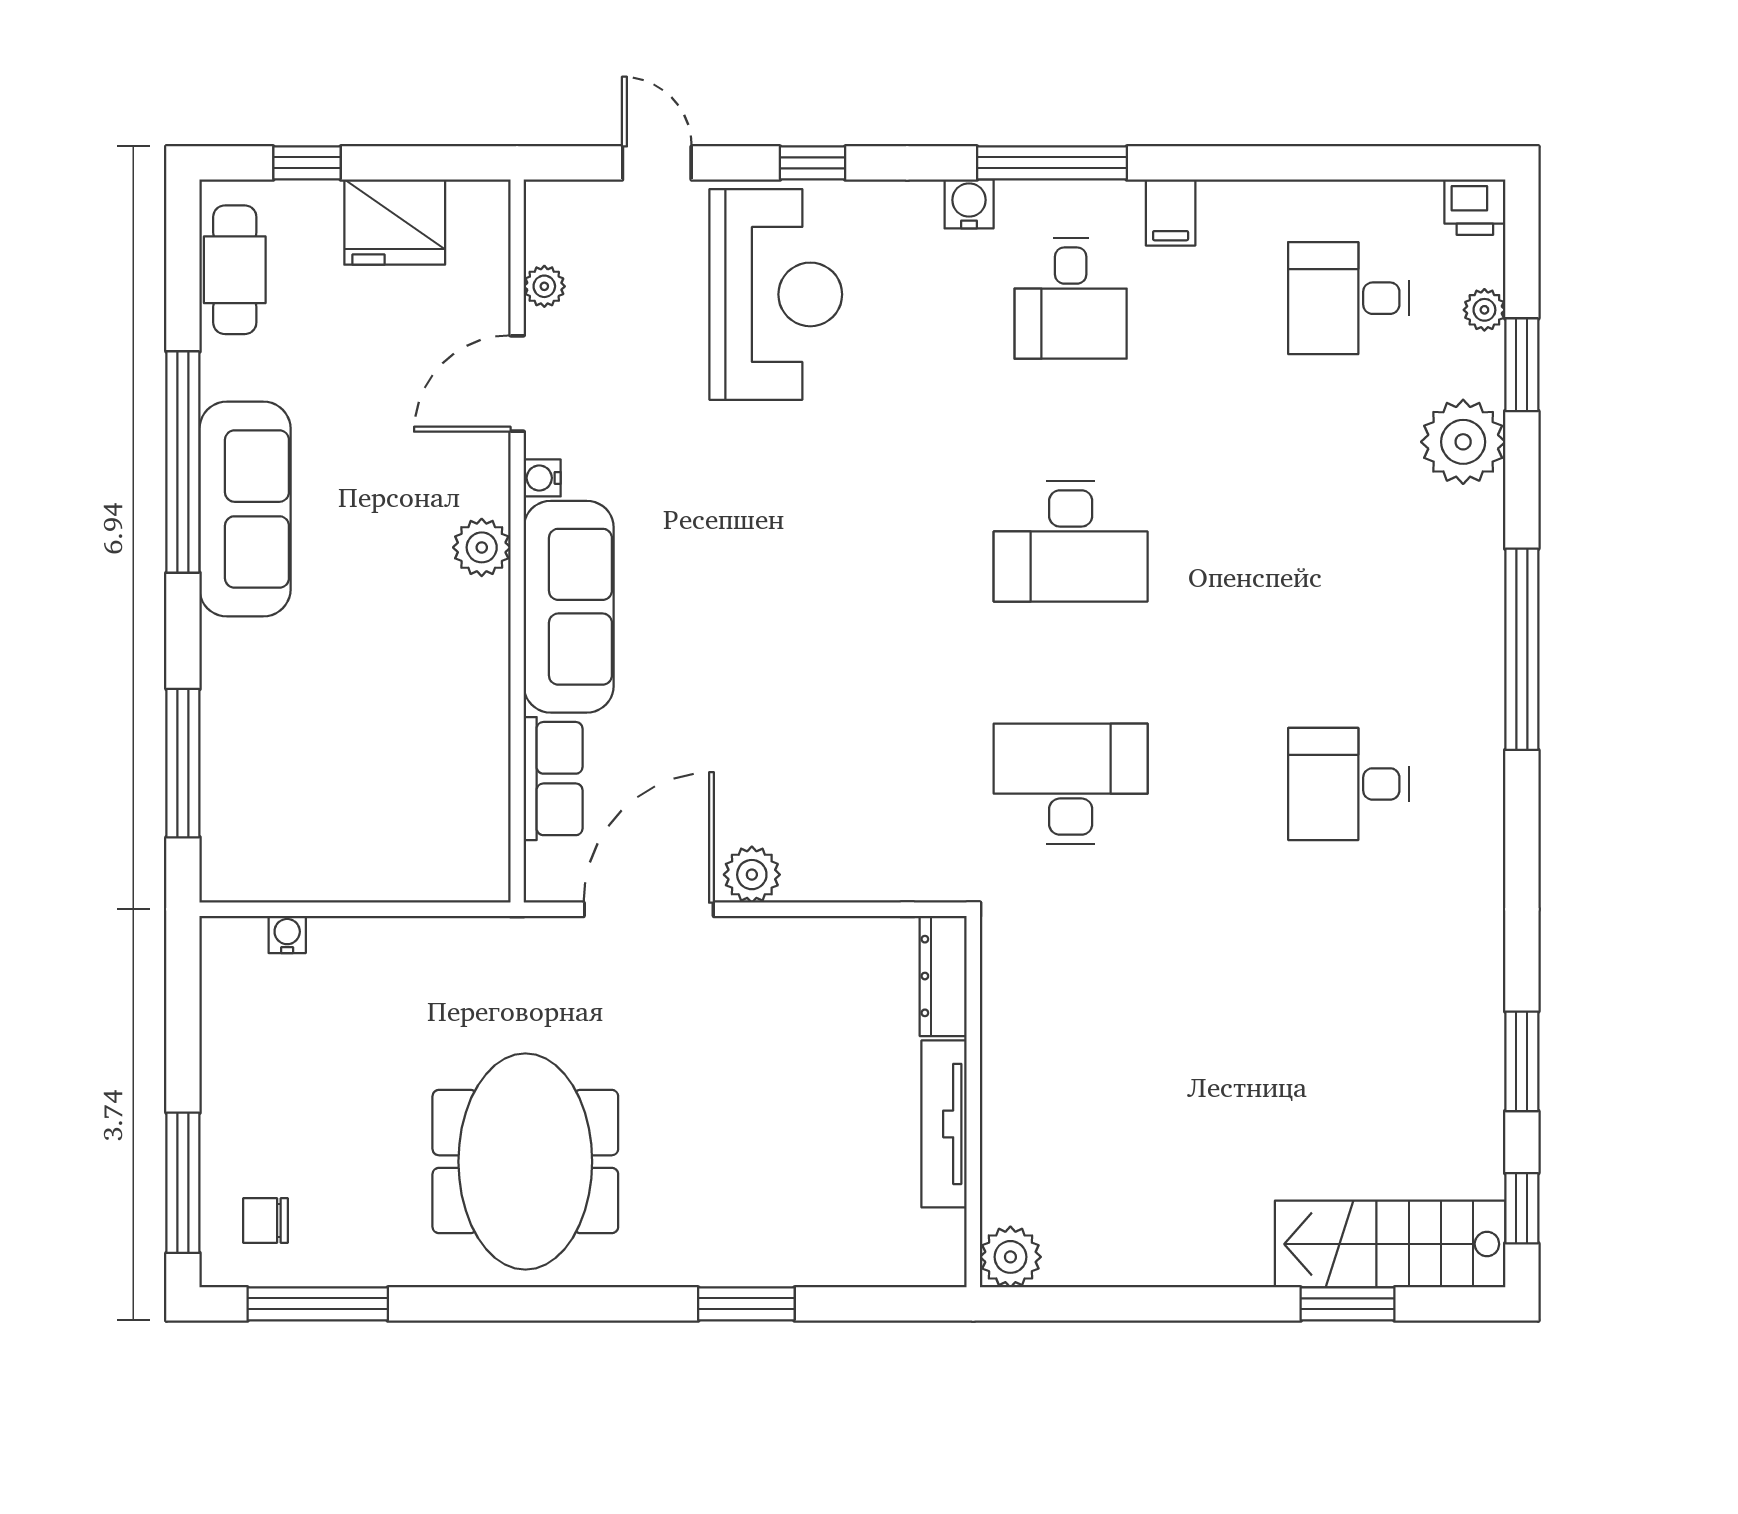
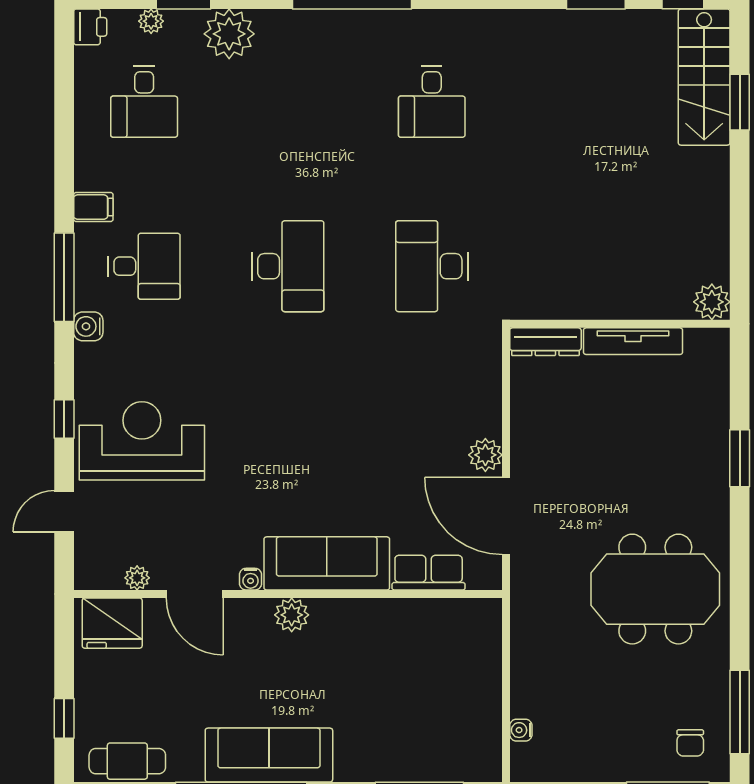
fridge: (395, 222) -> (112, 623), moved, turned 90

